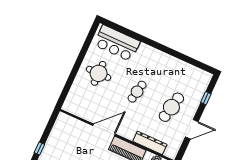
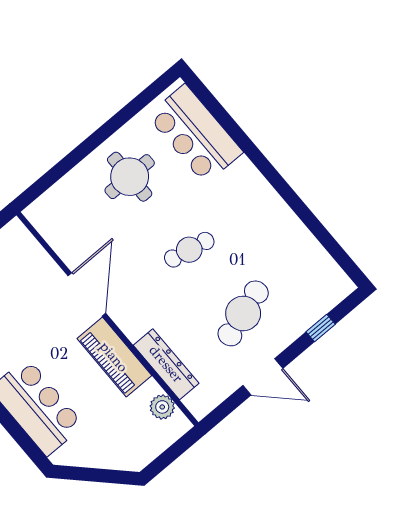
cafe table: (171, 107) -> (243, 313), turned -30
door: (104, 130) -> (87, 294), hinge flipped

